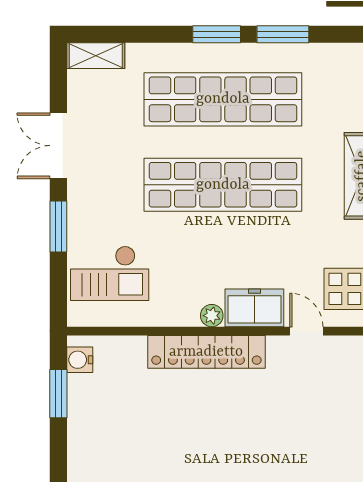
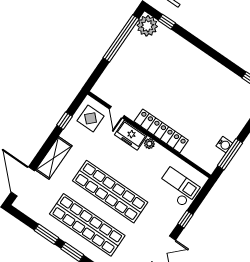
window: (58, 227) -> (185, 219), width x0.67
water cooler: (80, 360) -> (224, 145), moved
window: (58, 394) -> (230, 154), width x1.44

